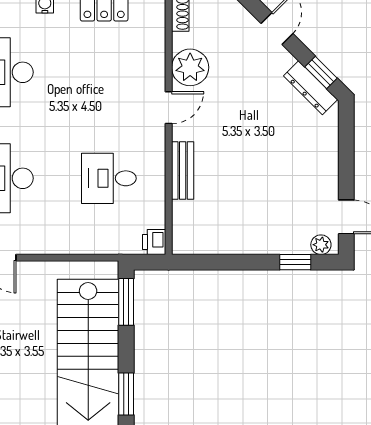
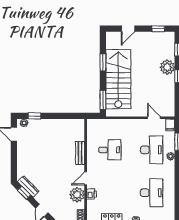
printer: (154, 242) -> (92, 194), moved

